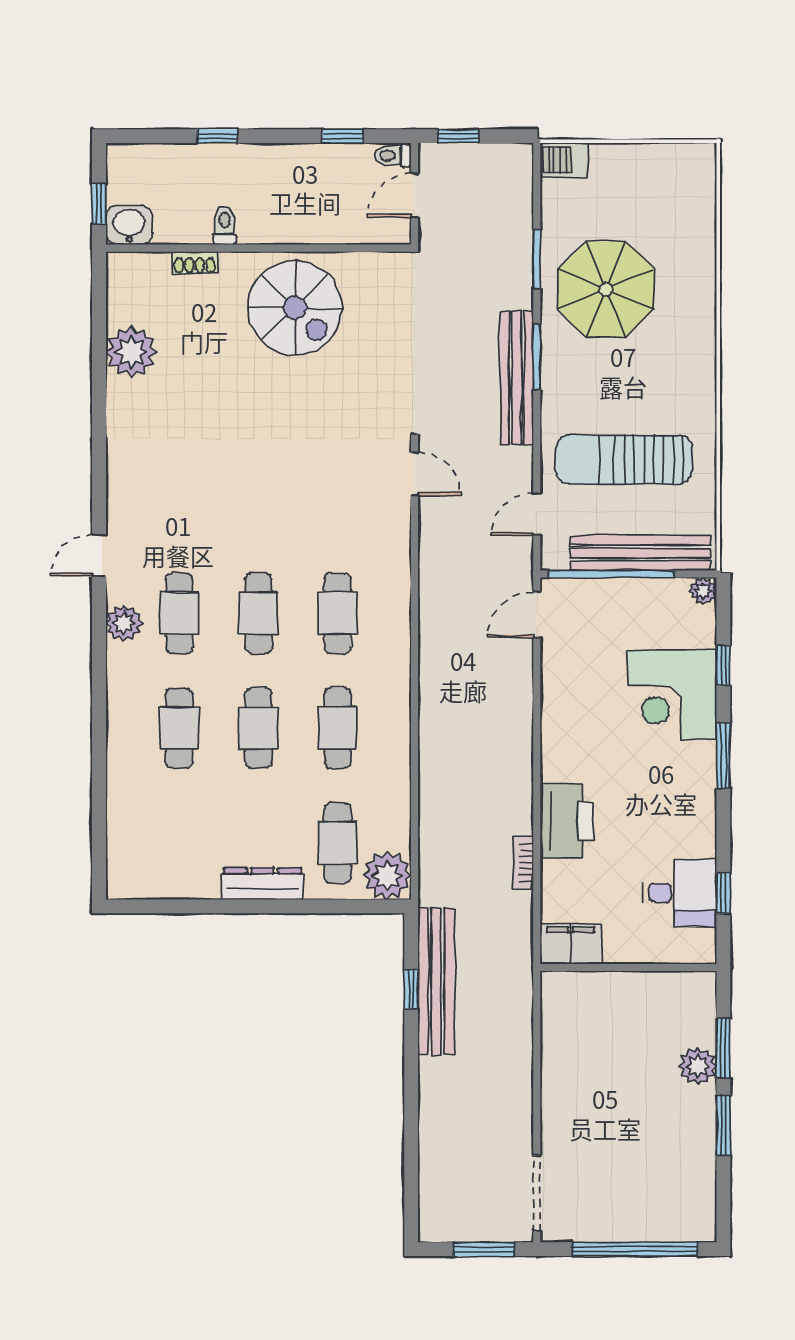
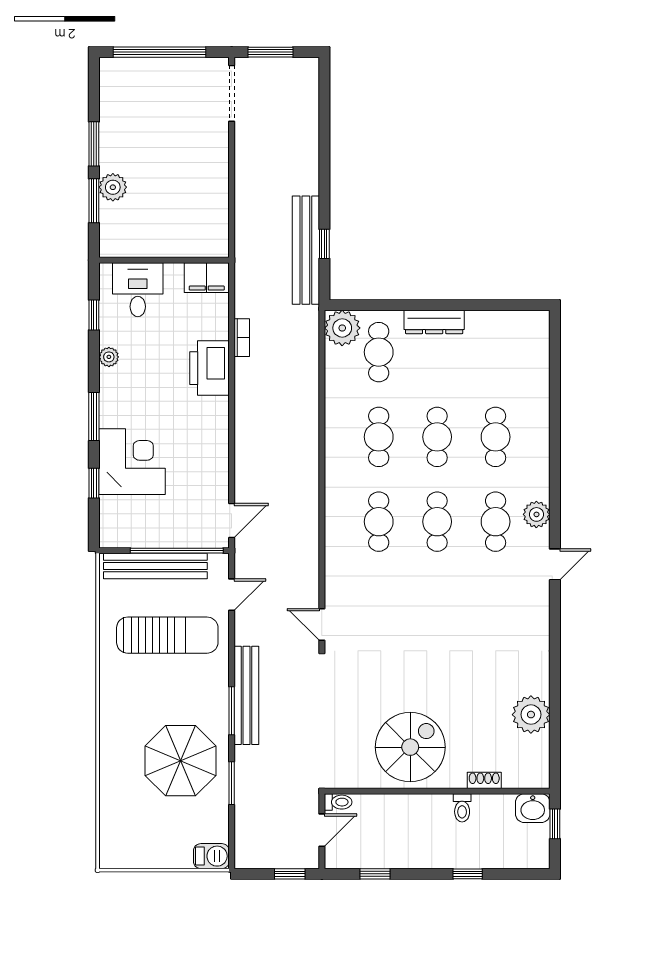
toilet: (393, 156) -> (338, 802), moved
spiral stairs: (295, 308) -> (410, 747), turned 90
plant: (703, 591) -> (109, 357), moved
desk: (680, 893) -> (138, 290), moved, turned 90

